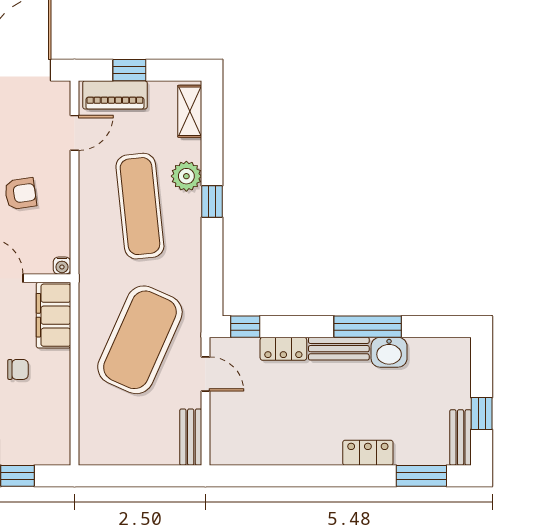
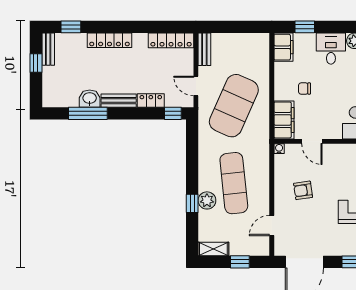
piano: (115, 95) -> (248, 248), removed
shelving: (190, 111) -> (213, 249), moved, turned 90
window: (212, 201) -> (192, 203), moved
window: (368, 327) -> (88, 113), moved
filing cabinet: (54, 441) -> (283, 47), added
locker: (248, 452) -> (171, 40), added
locker: (368, 453) -> (110, 40), width x1.53
window: (421, 476) -> (71, 27), width x0.67

